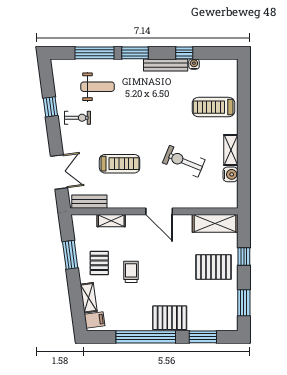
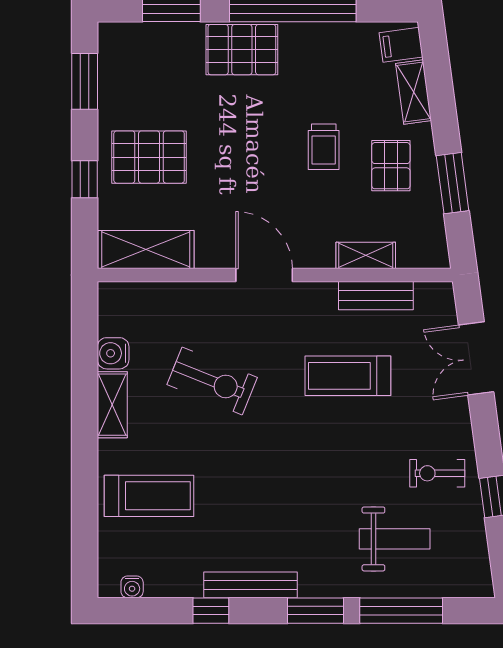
water cooler: (194, 64) -> (132, 587), moved
weight bench: (98, 87) -> (395, 539), turned 180
bench: (89, 202) -> (376, 296), moved

